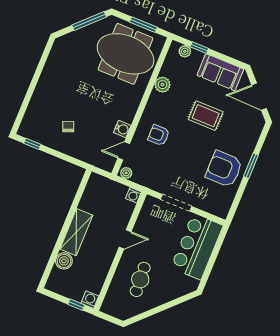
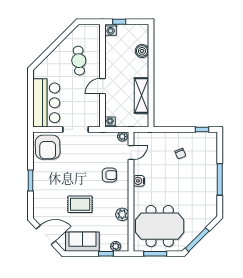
window: (36, 79) -> (220, 179), added
water cooler: (122, 129) -> (139, 181), moved
armchair: (224, 169) -> (48, 147), moved, turned 89
shelving: (76, 232) -> (142, 95), moved

